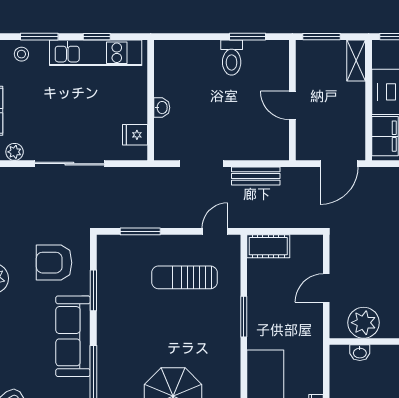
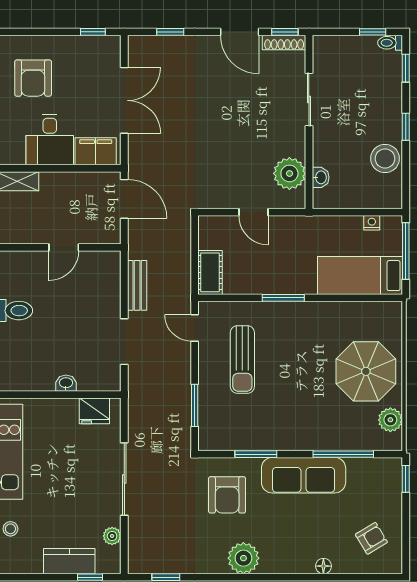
fridge: (135, 135) -> (94, 411), width x1.38

